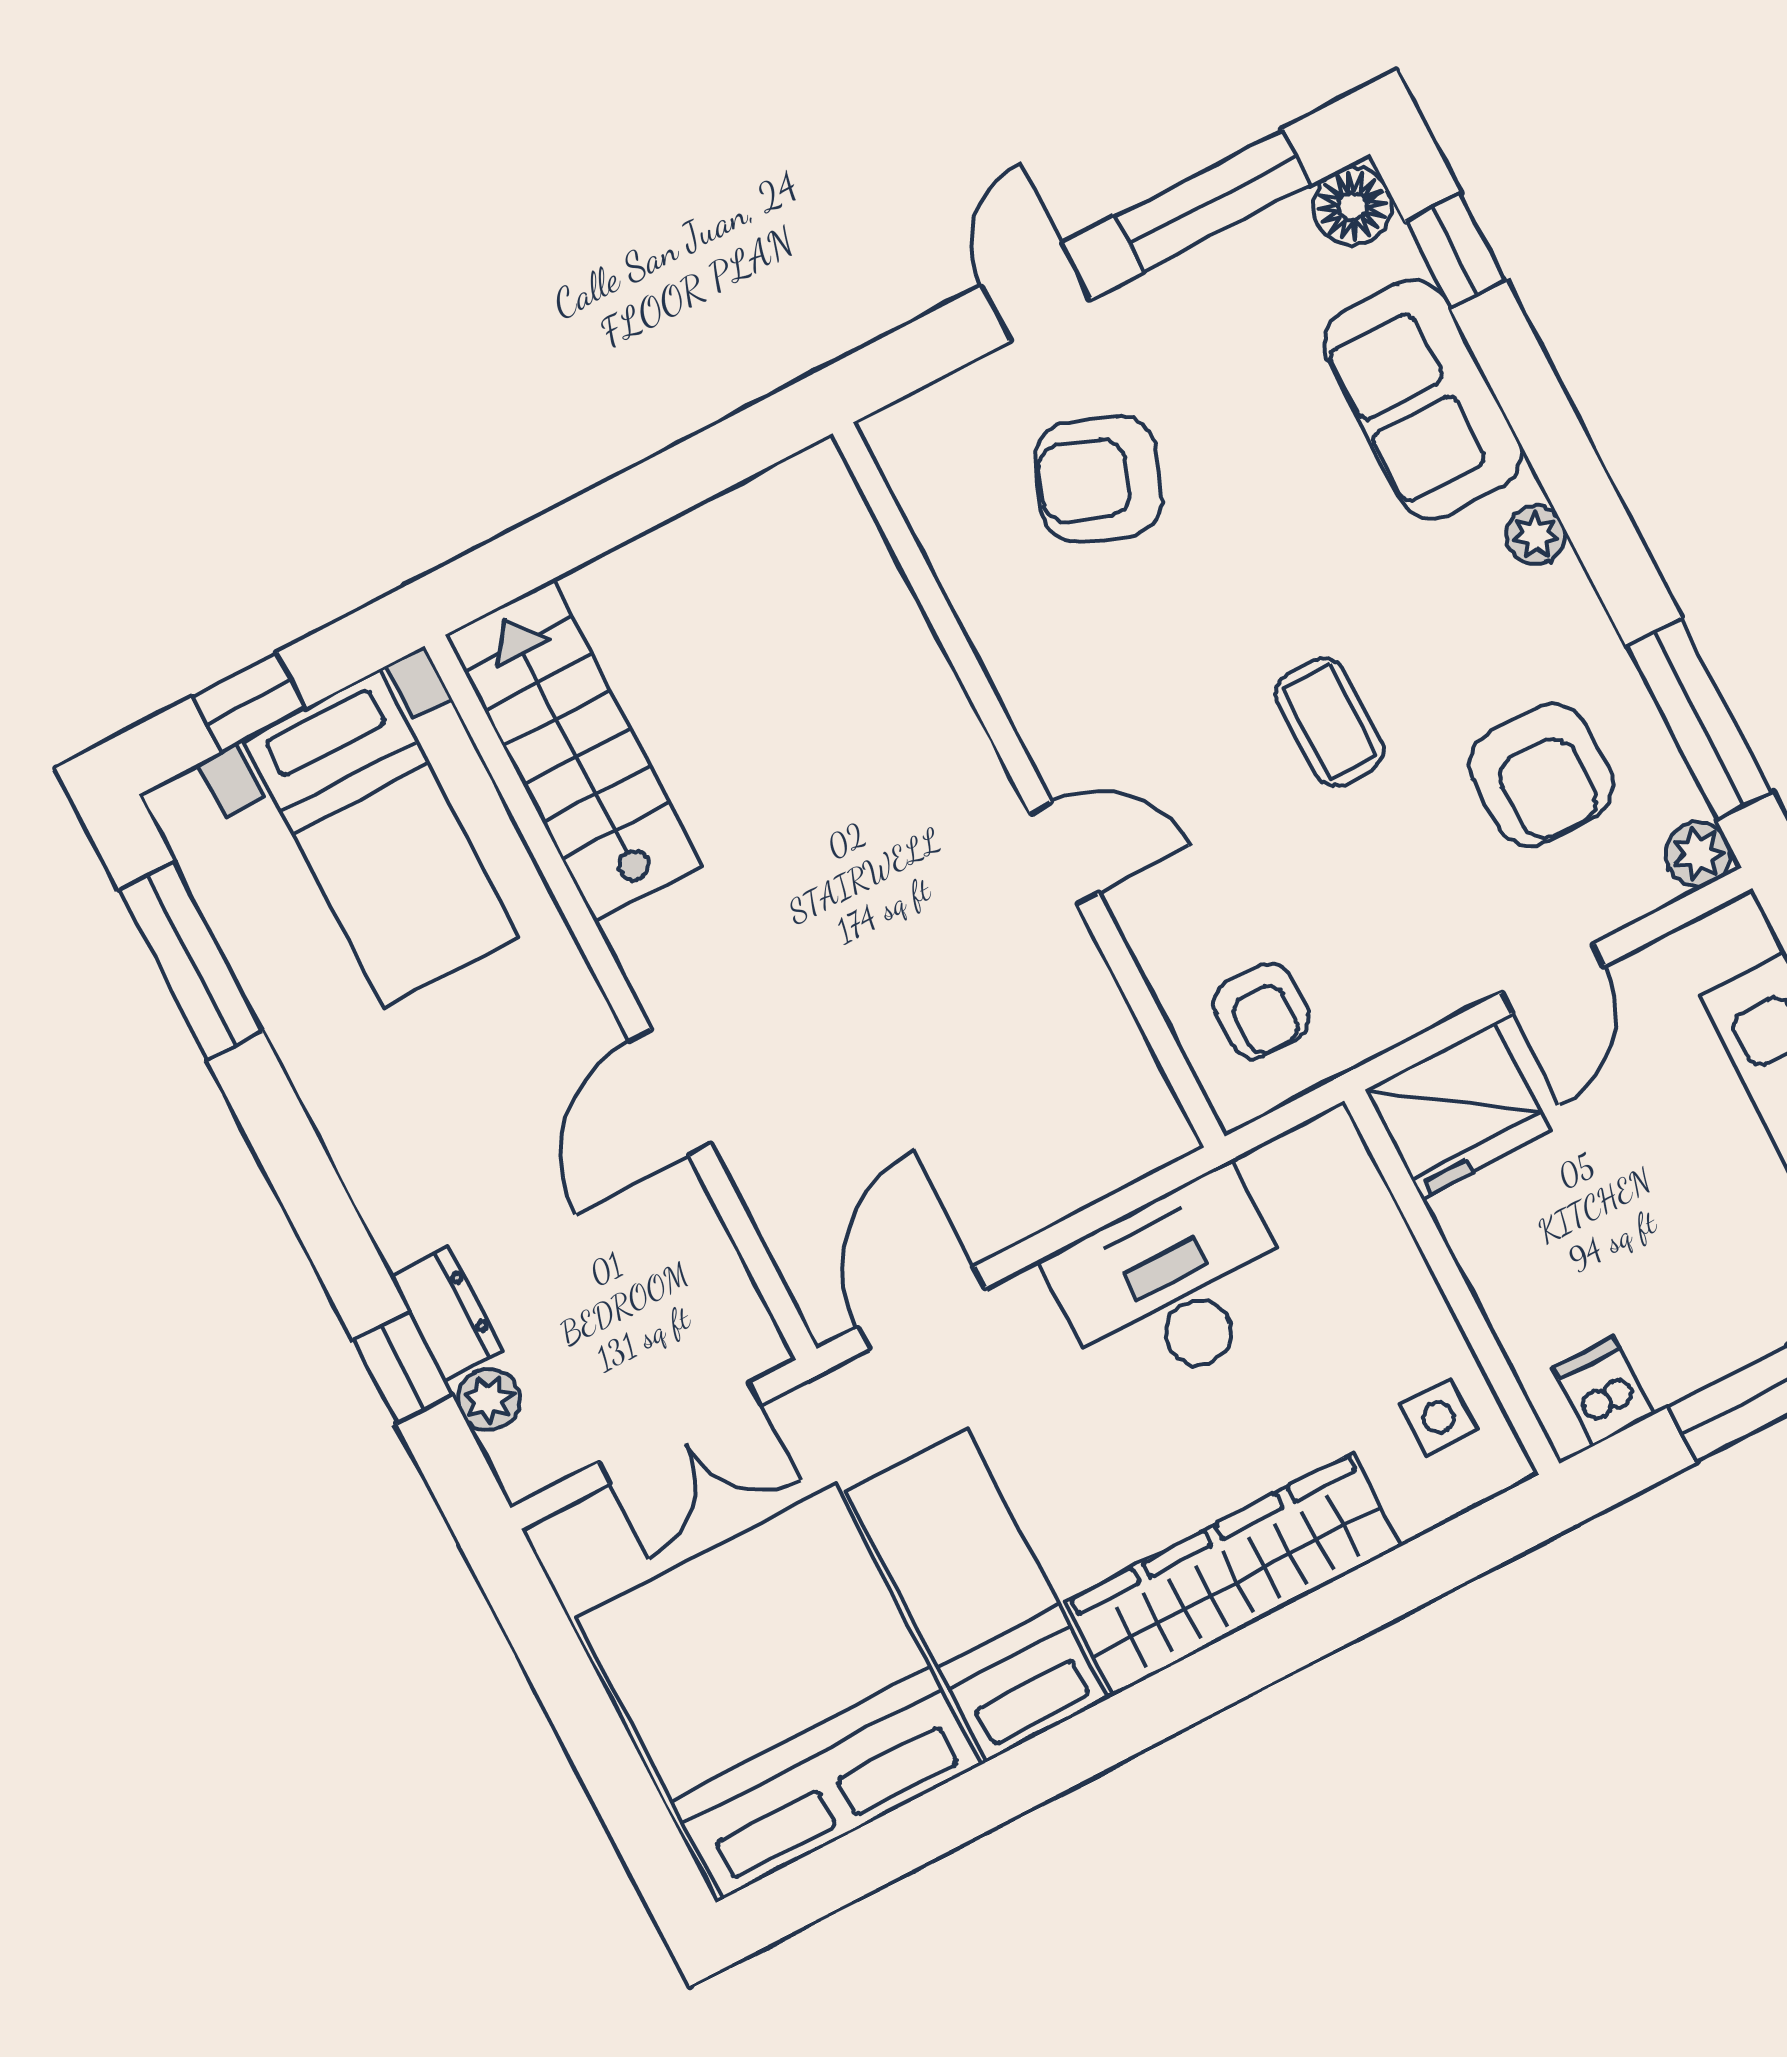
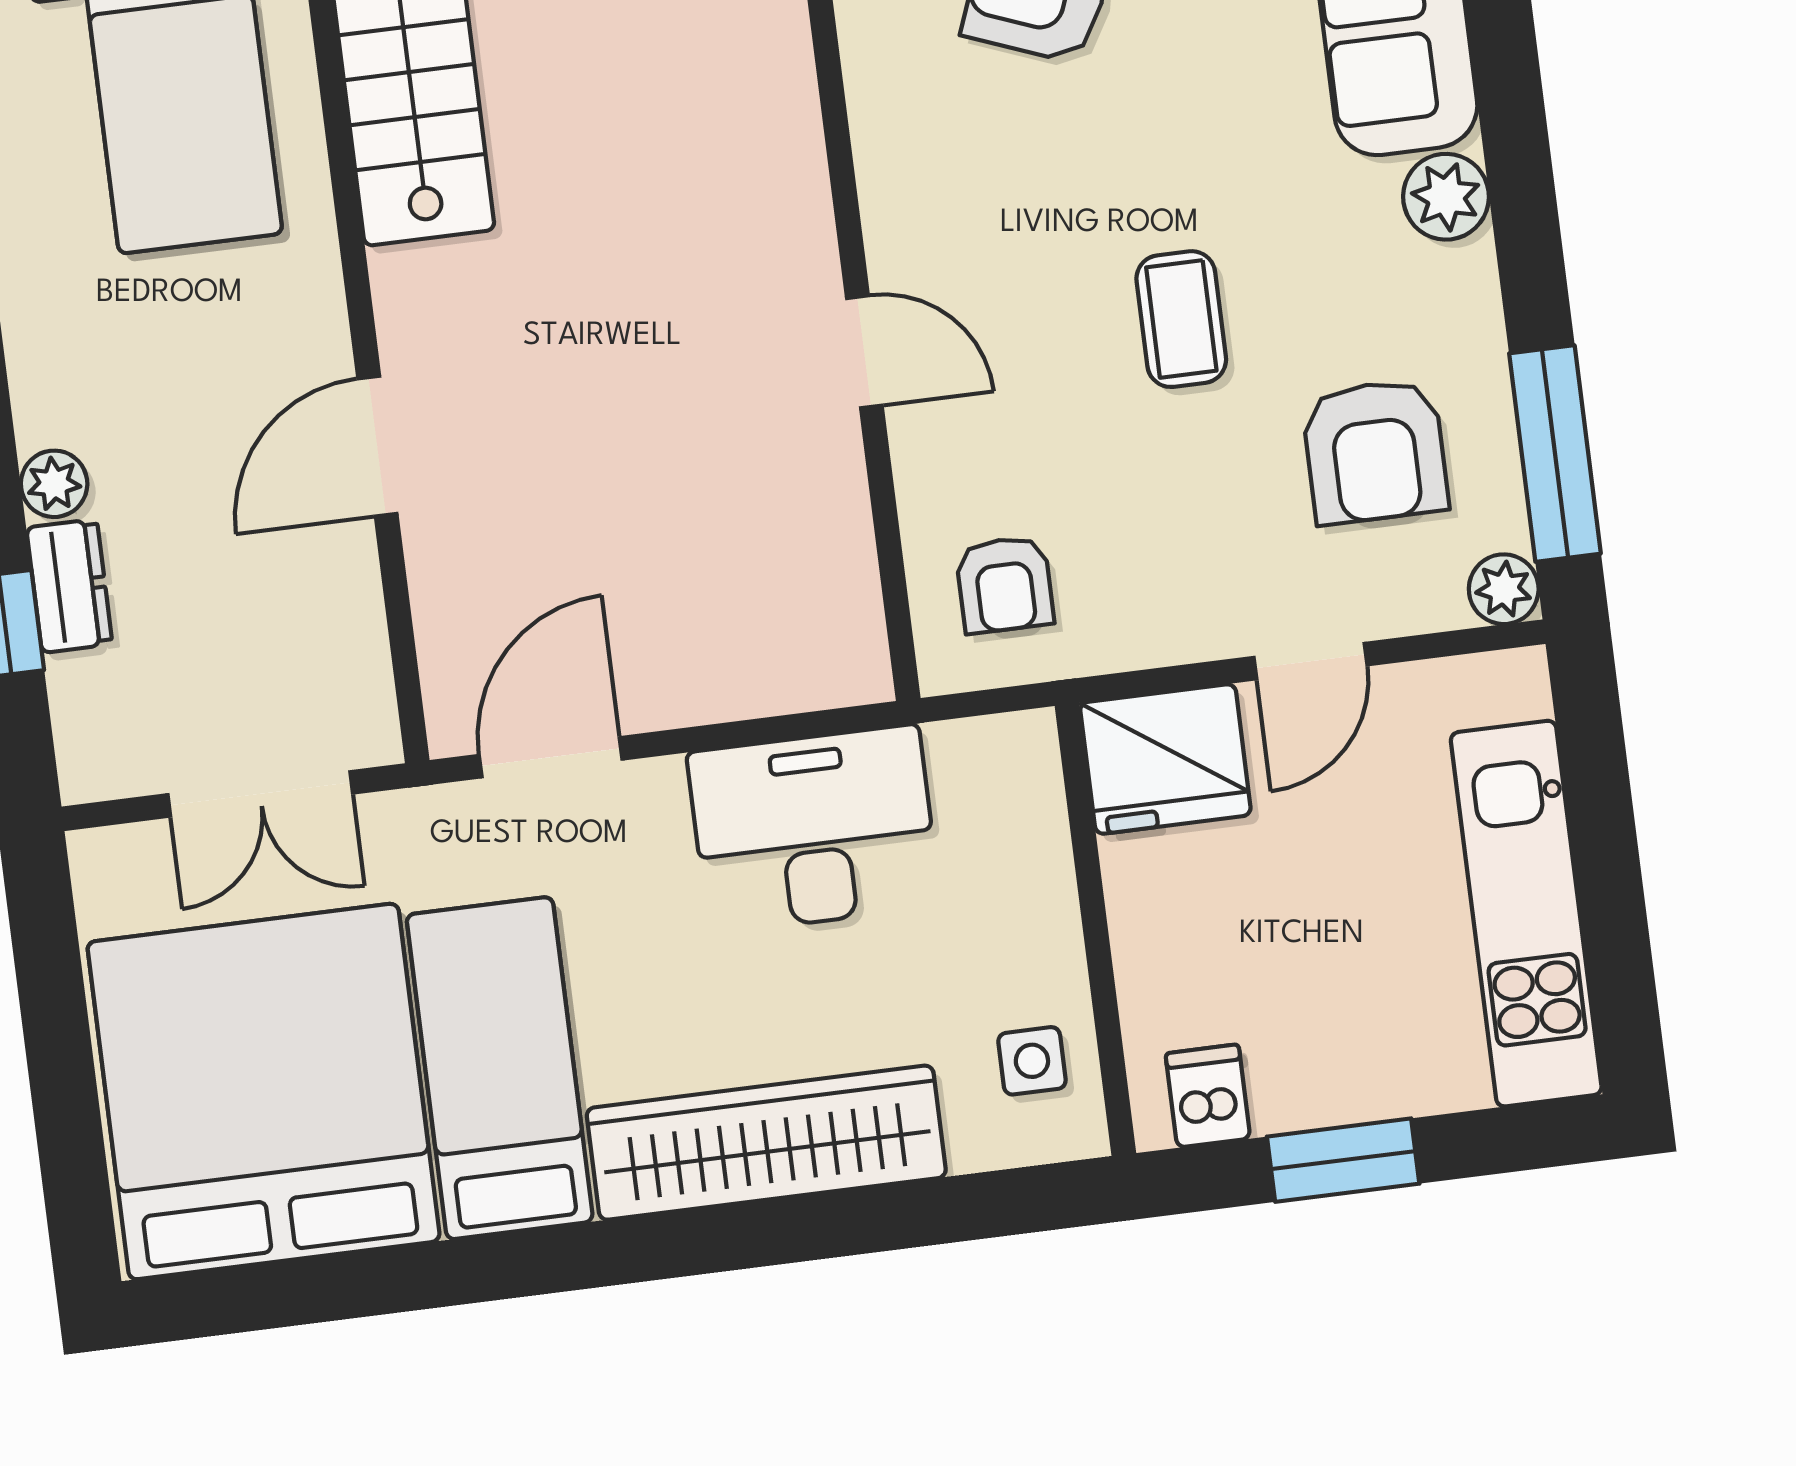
plant: (1536, 535) -> (1446, 197), width x1.38, depth x1.38
plant: (489, 1400) -> (54, 484), moved

